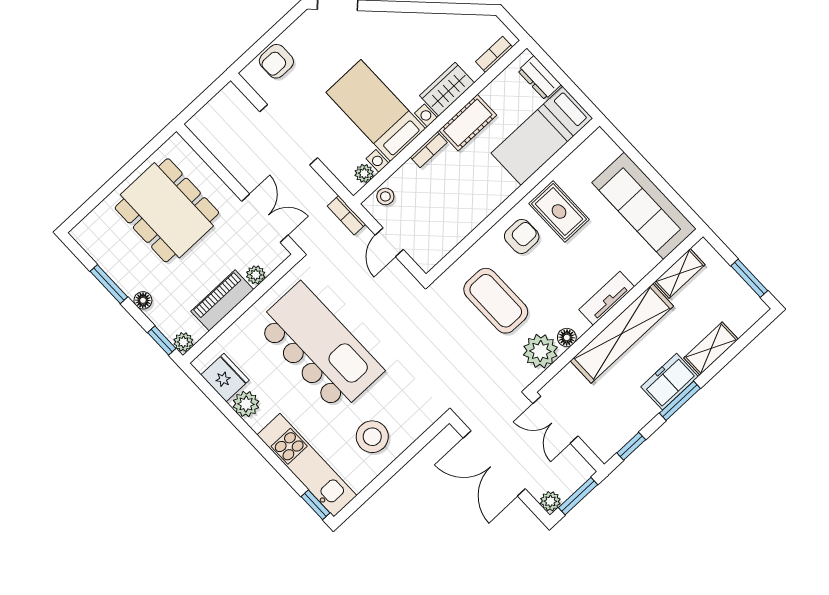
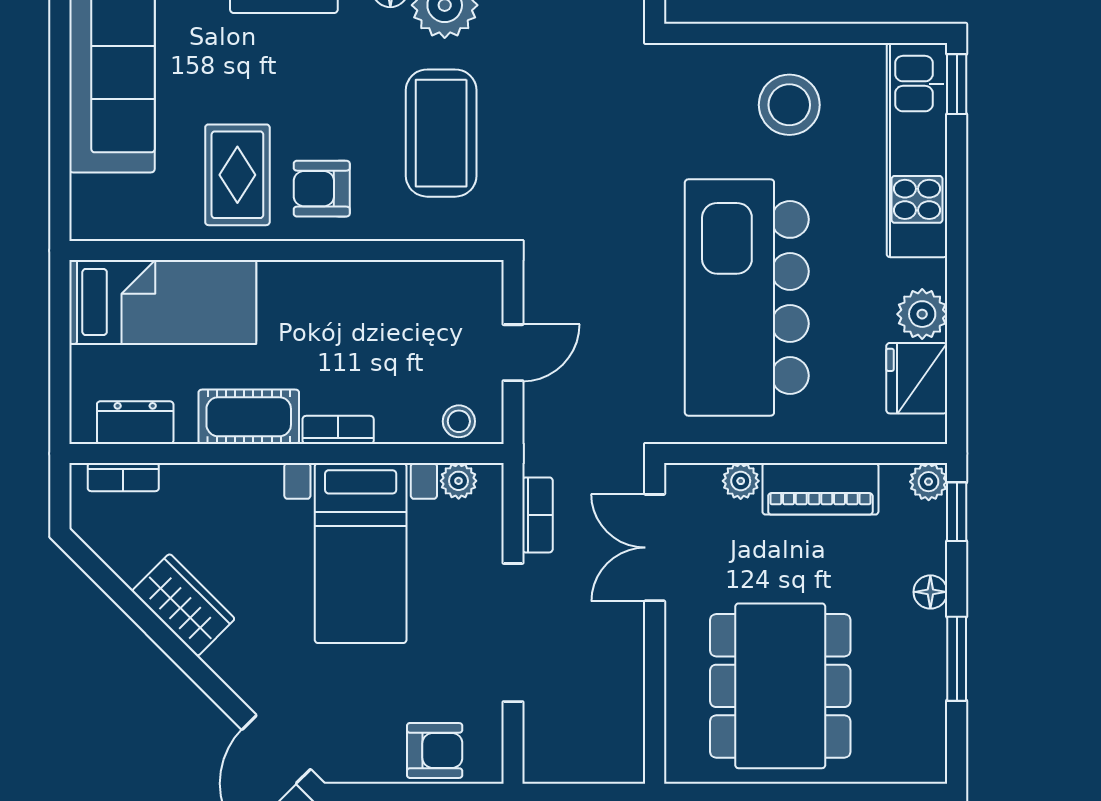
dresser: (539, 78) -> (135, 423), moved, turned -90
wardrobe: (447, 89) -> (183, 605), moved, turned -135
bookcase: (346, 215) -> (537, 515), moved

